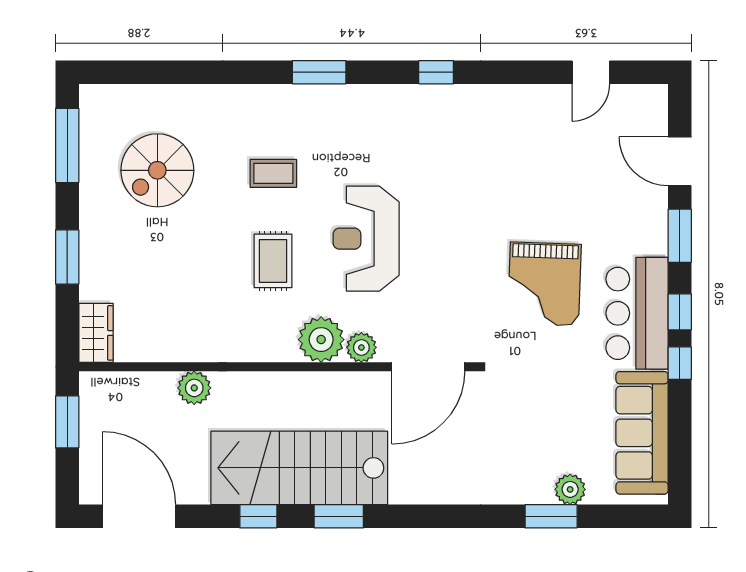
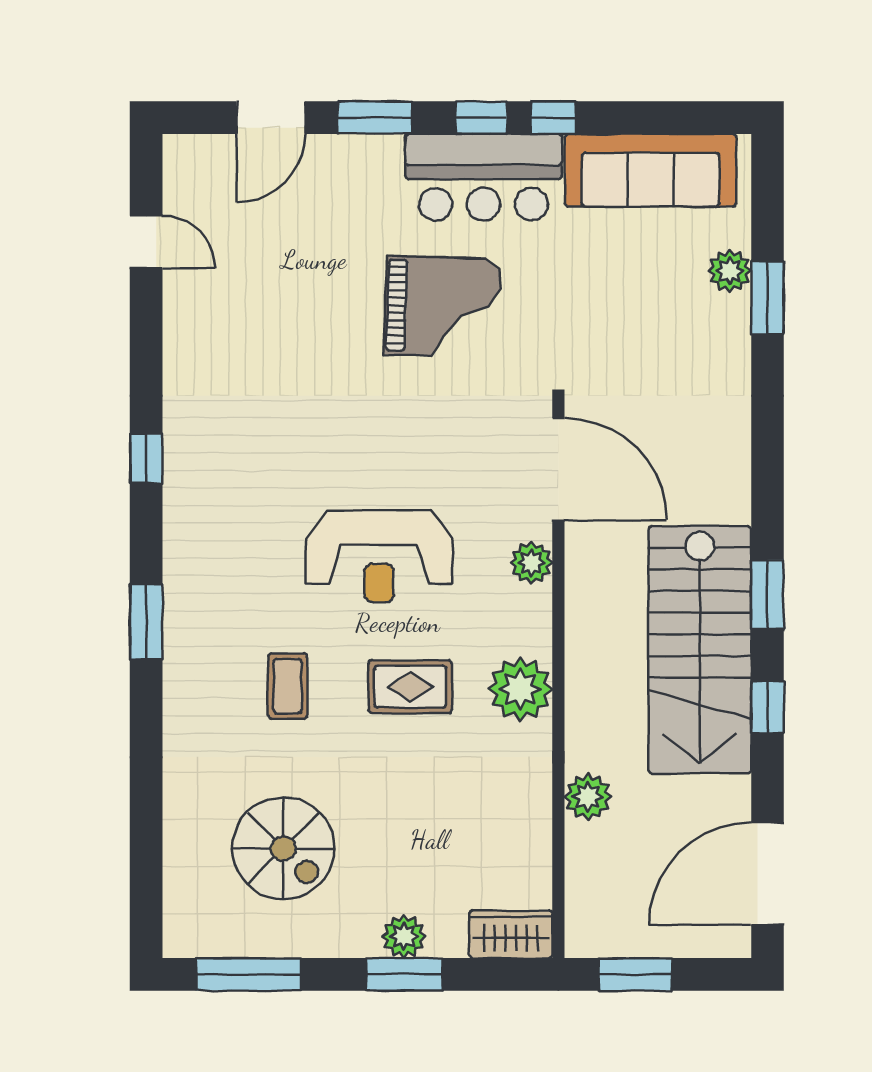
plant: (94, 256) -> (404, 936), added
plant: (321, 340) -> (520, 689), moved

